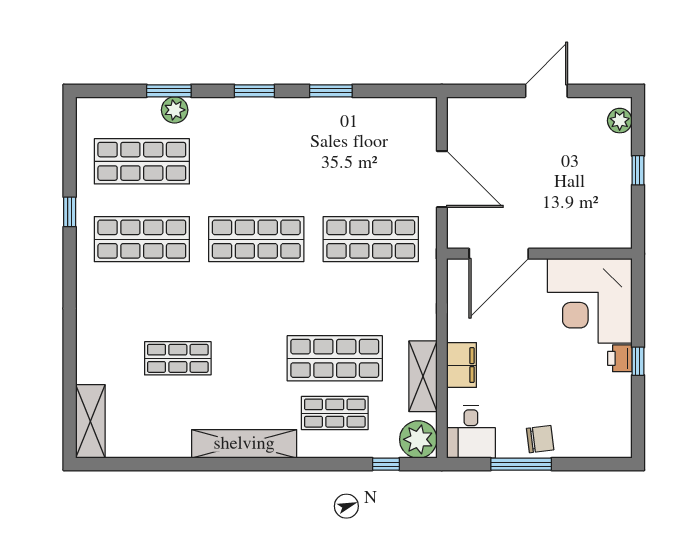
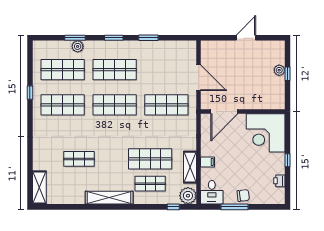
plant: (620, 121) -> (279, 70), moved
shop shelf: (256, 161) -> (115, 70), added
printer: (620, 358) -> (279, 181), moved
filing cabinet: (461, 365) -> (208, 162), width x0.50

